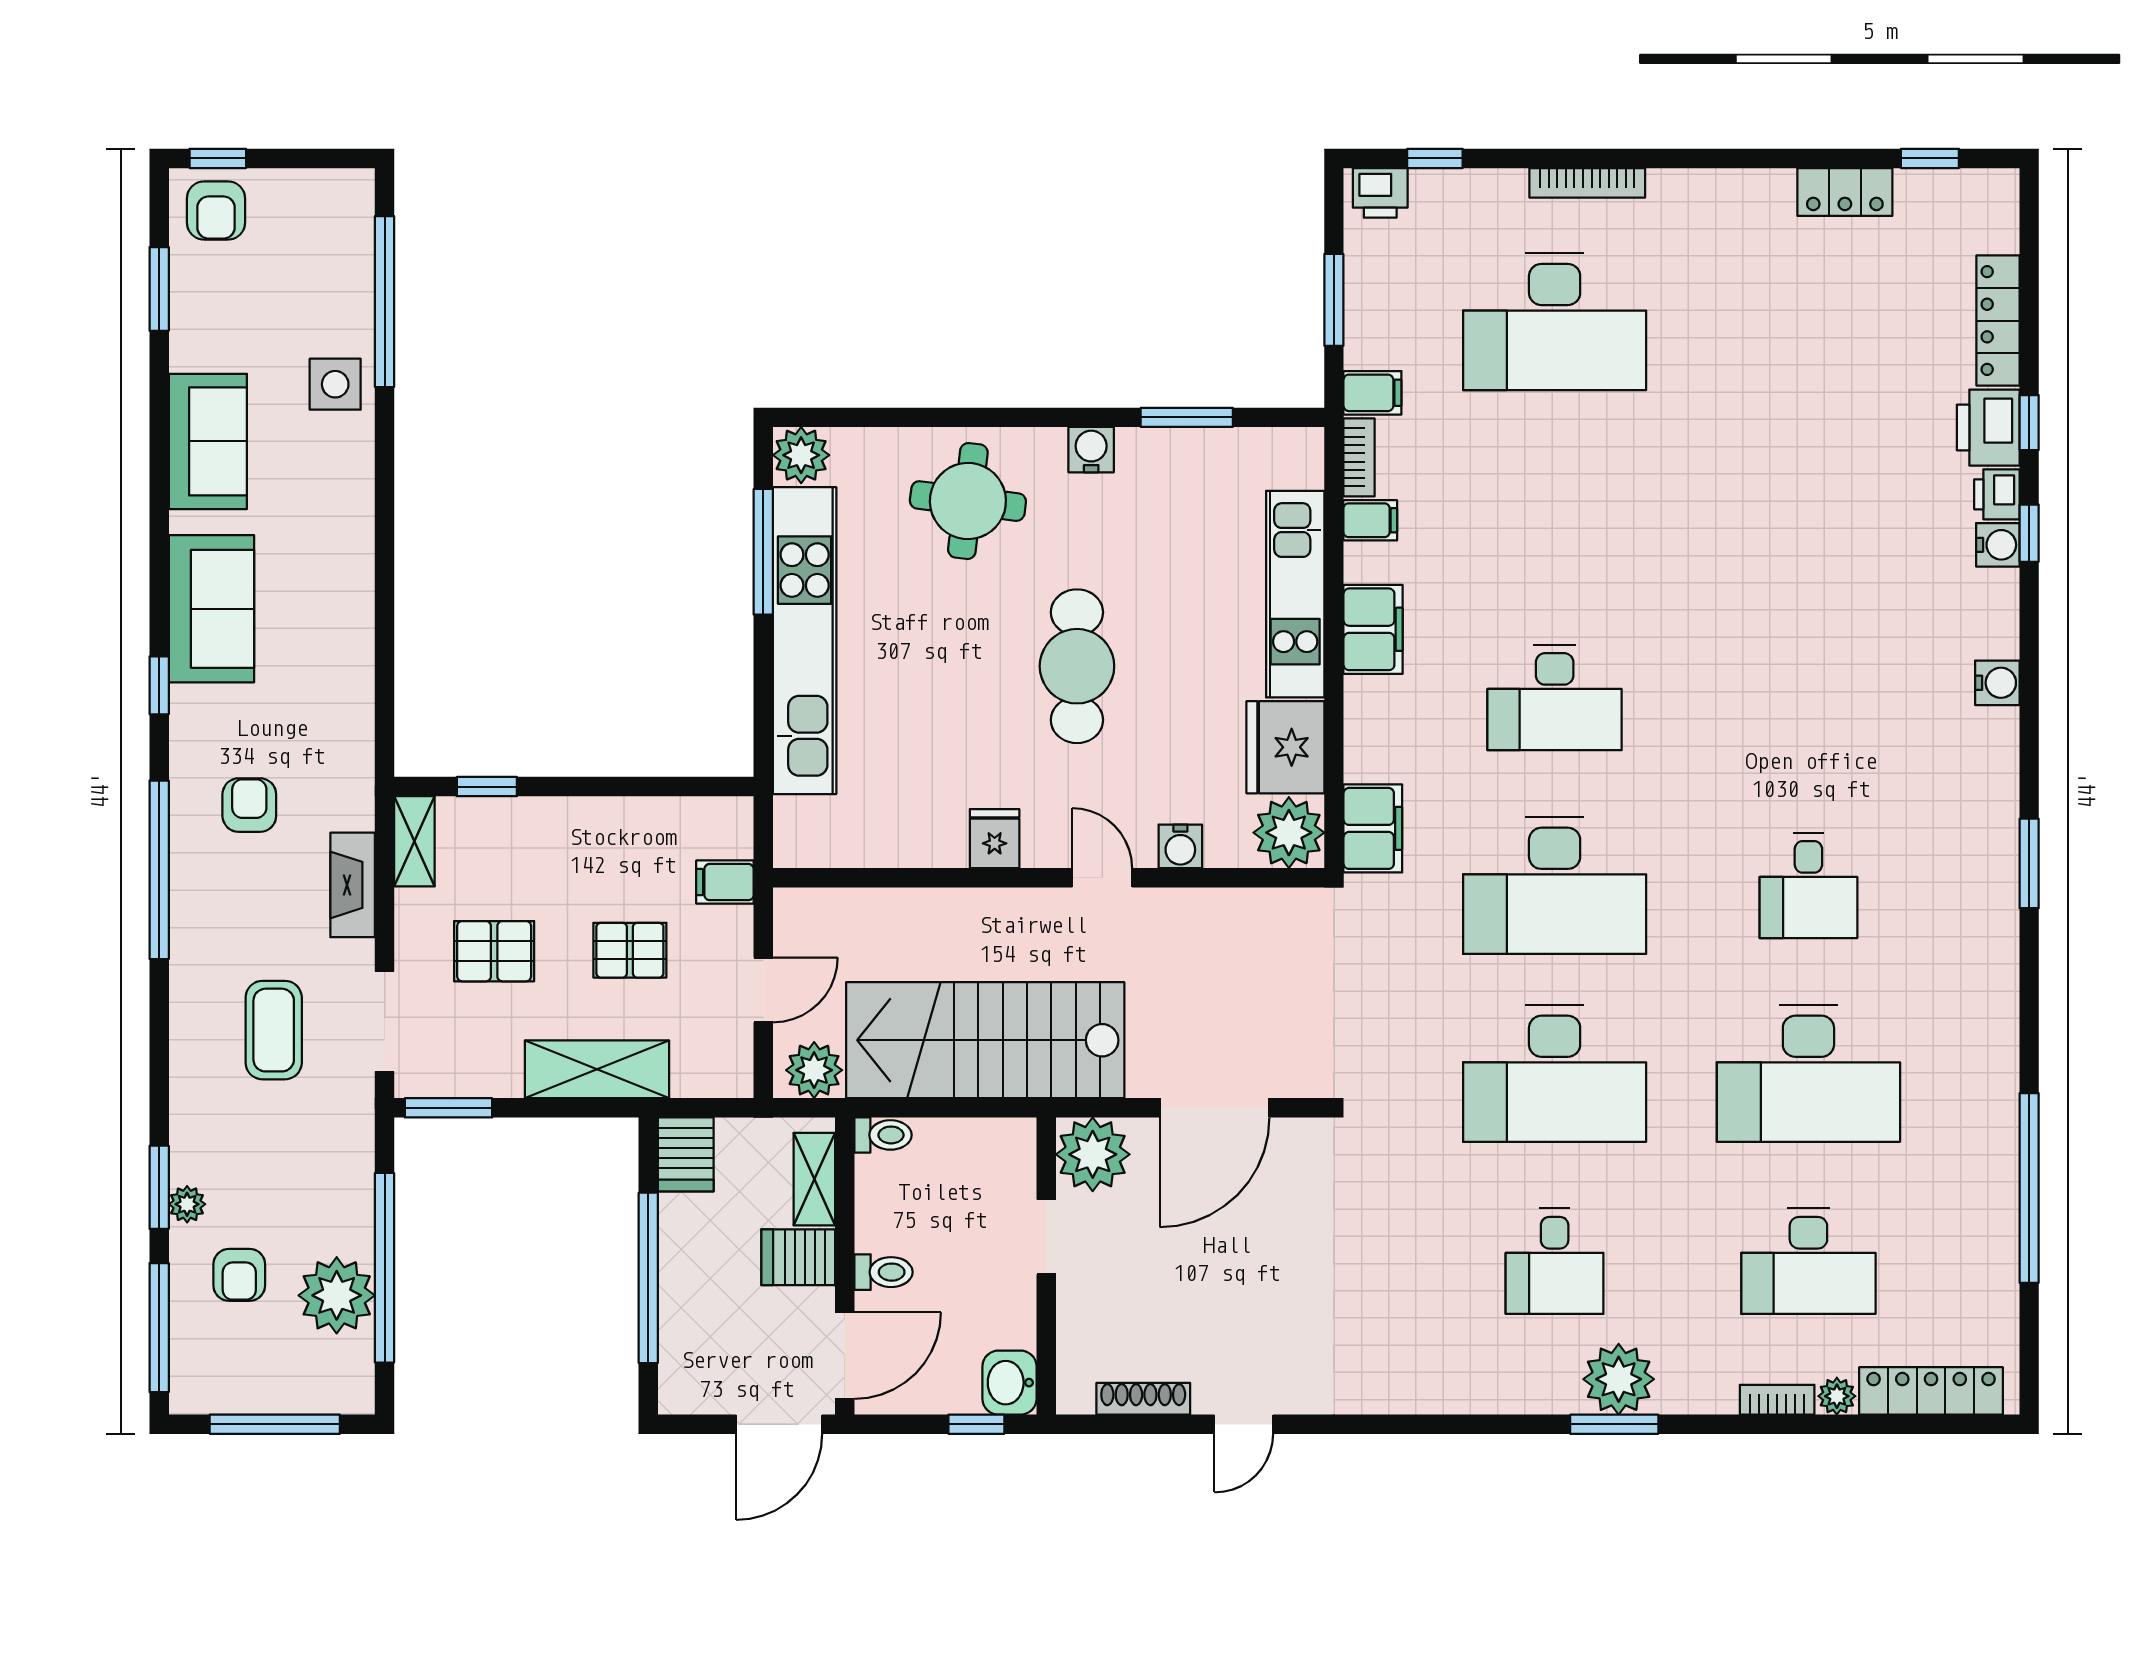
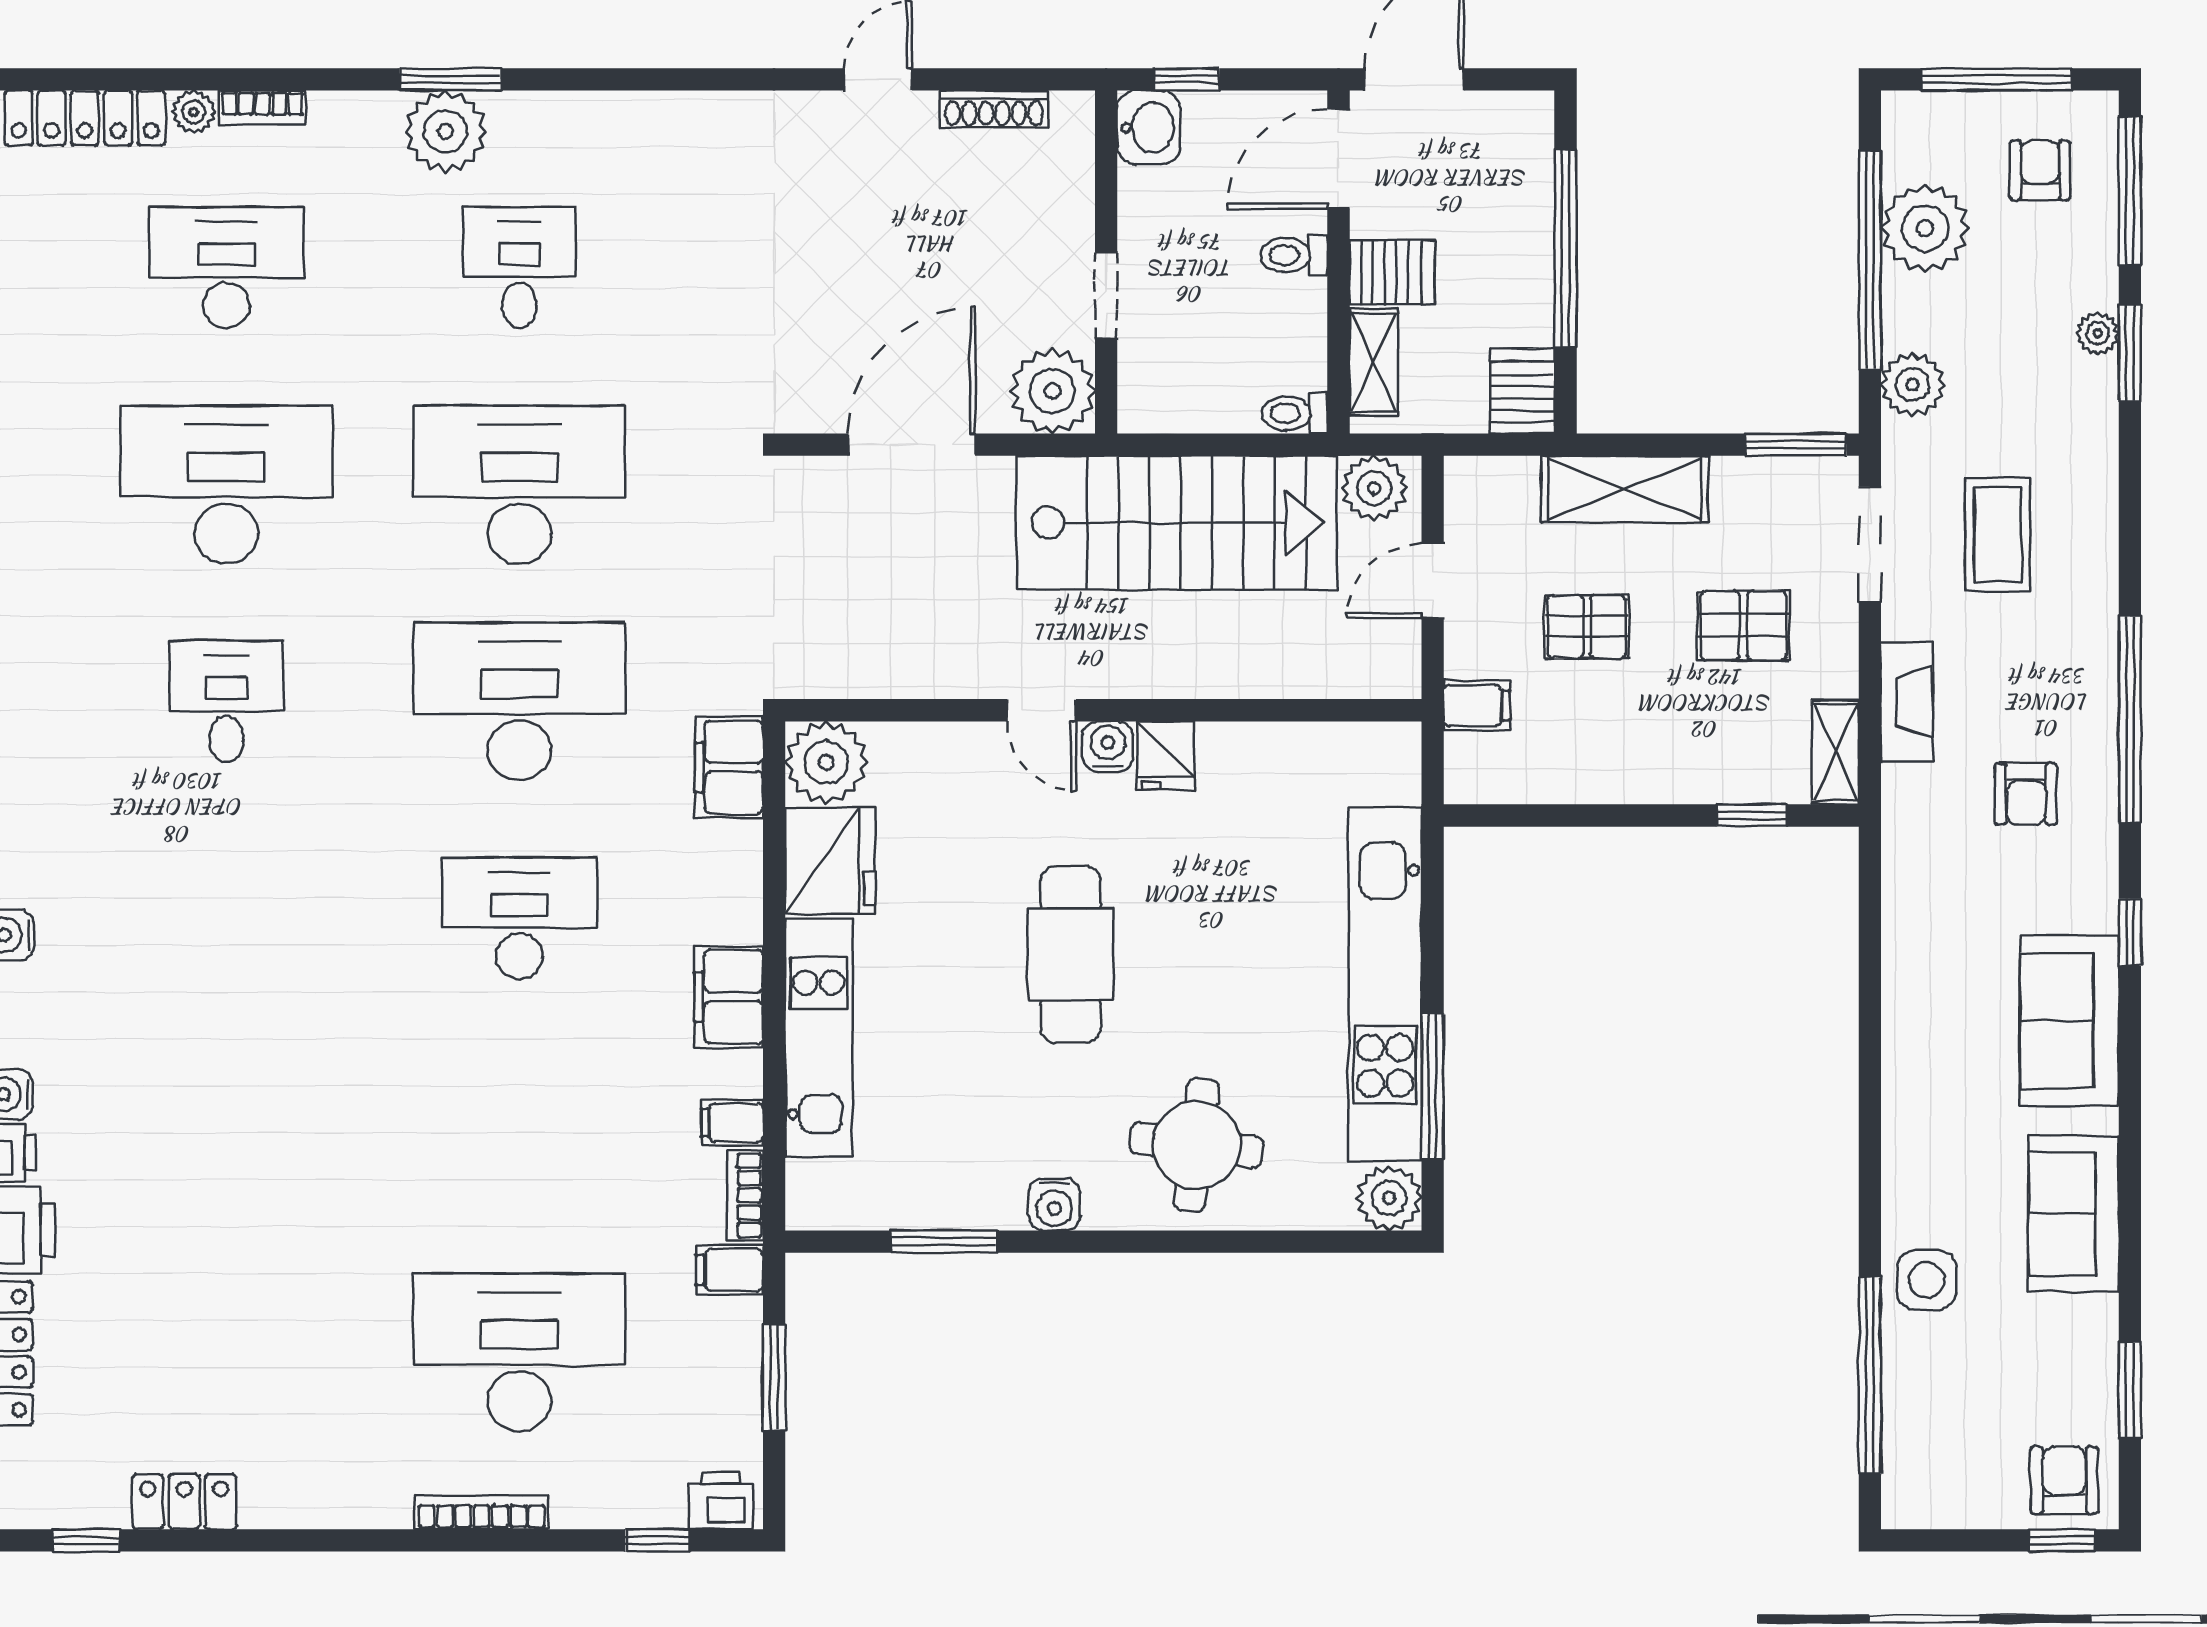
water cooler: (1180, 846) -> (1108, 746), moved
plant: (348, 1160) -> (1913, 385), added
armchair: (239, 1275) -> (2040, 170), moved

